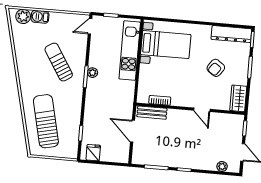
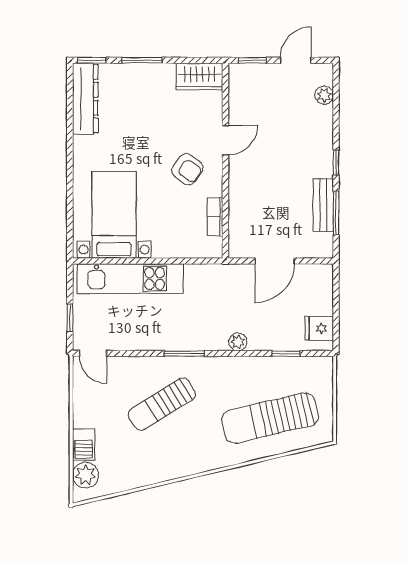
armchair: (216, 68) -> (187, 169), moved
plant: (93, 73) -> (238, 342), moved
bench: (152, 113) -> (323, 205), moved

